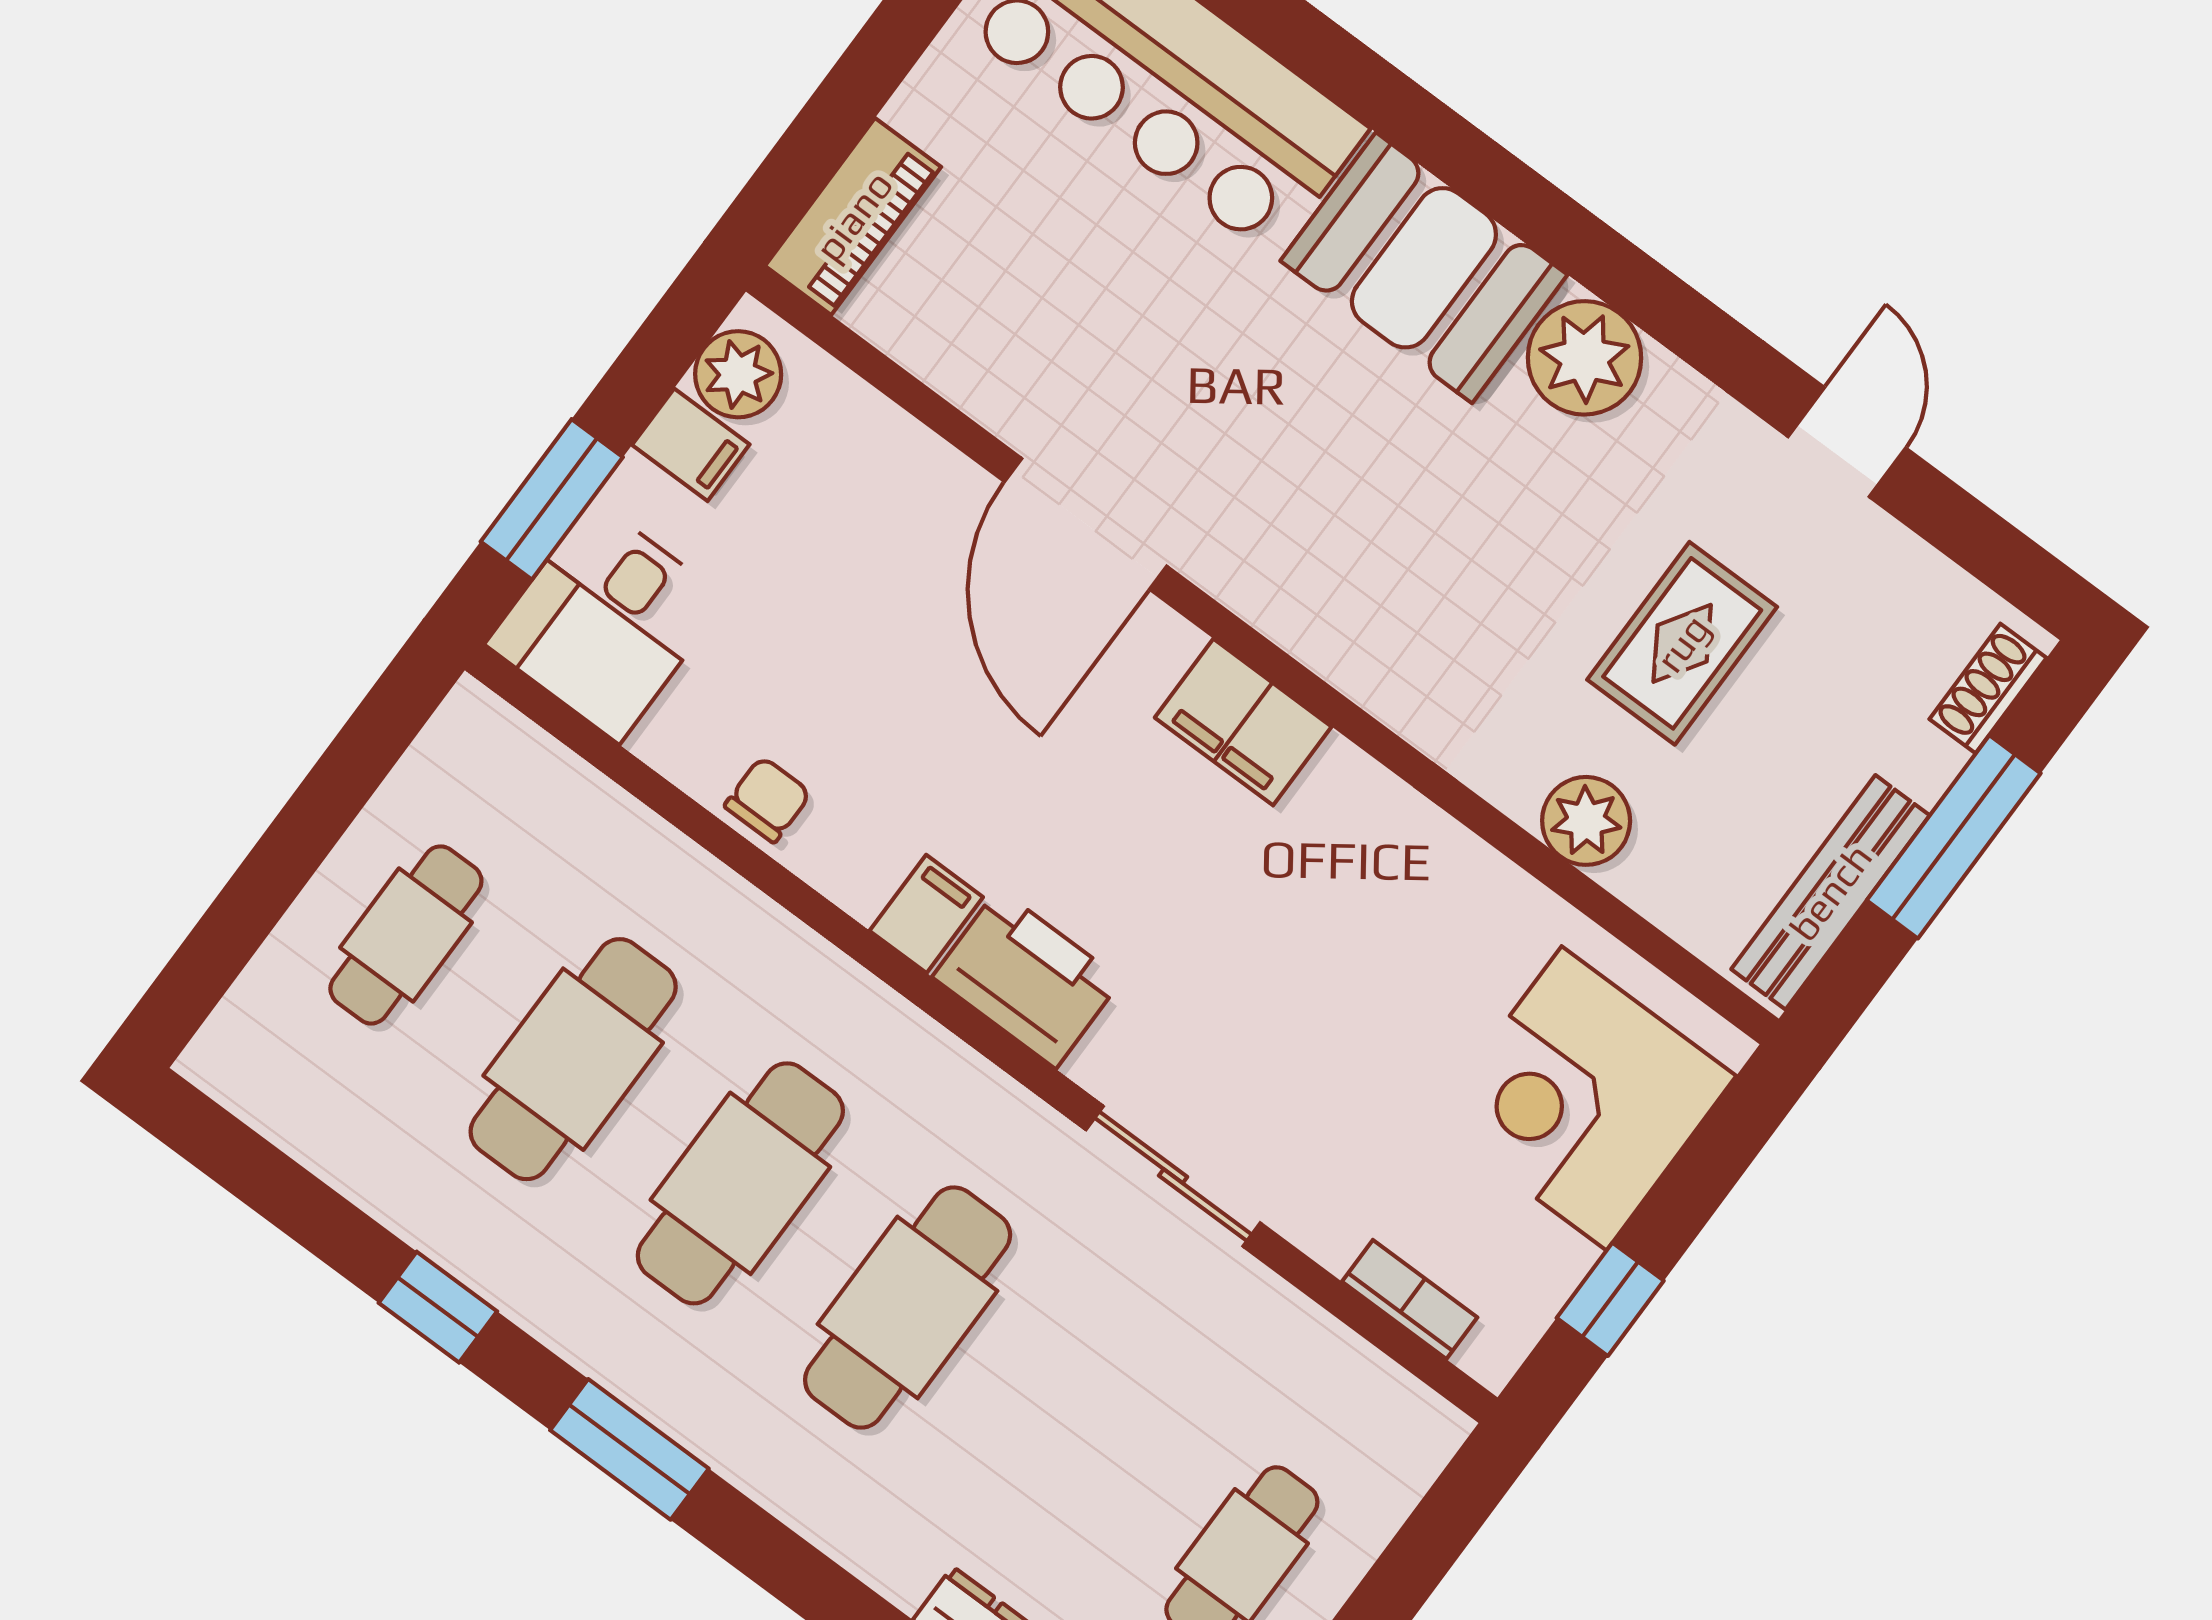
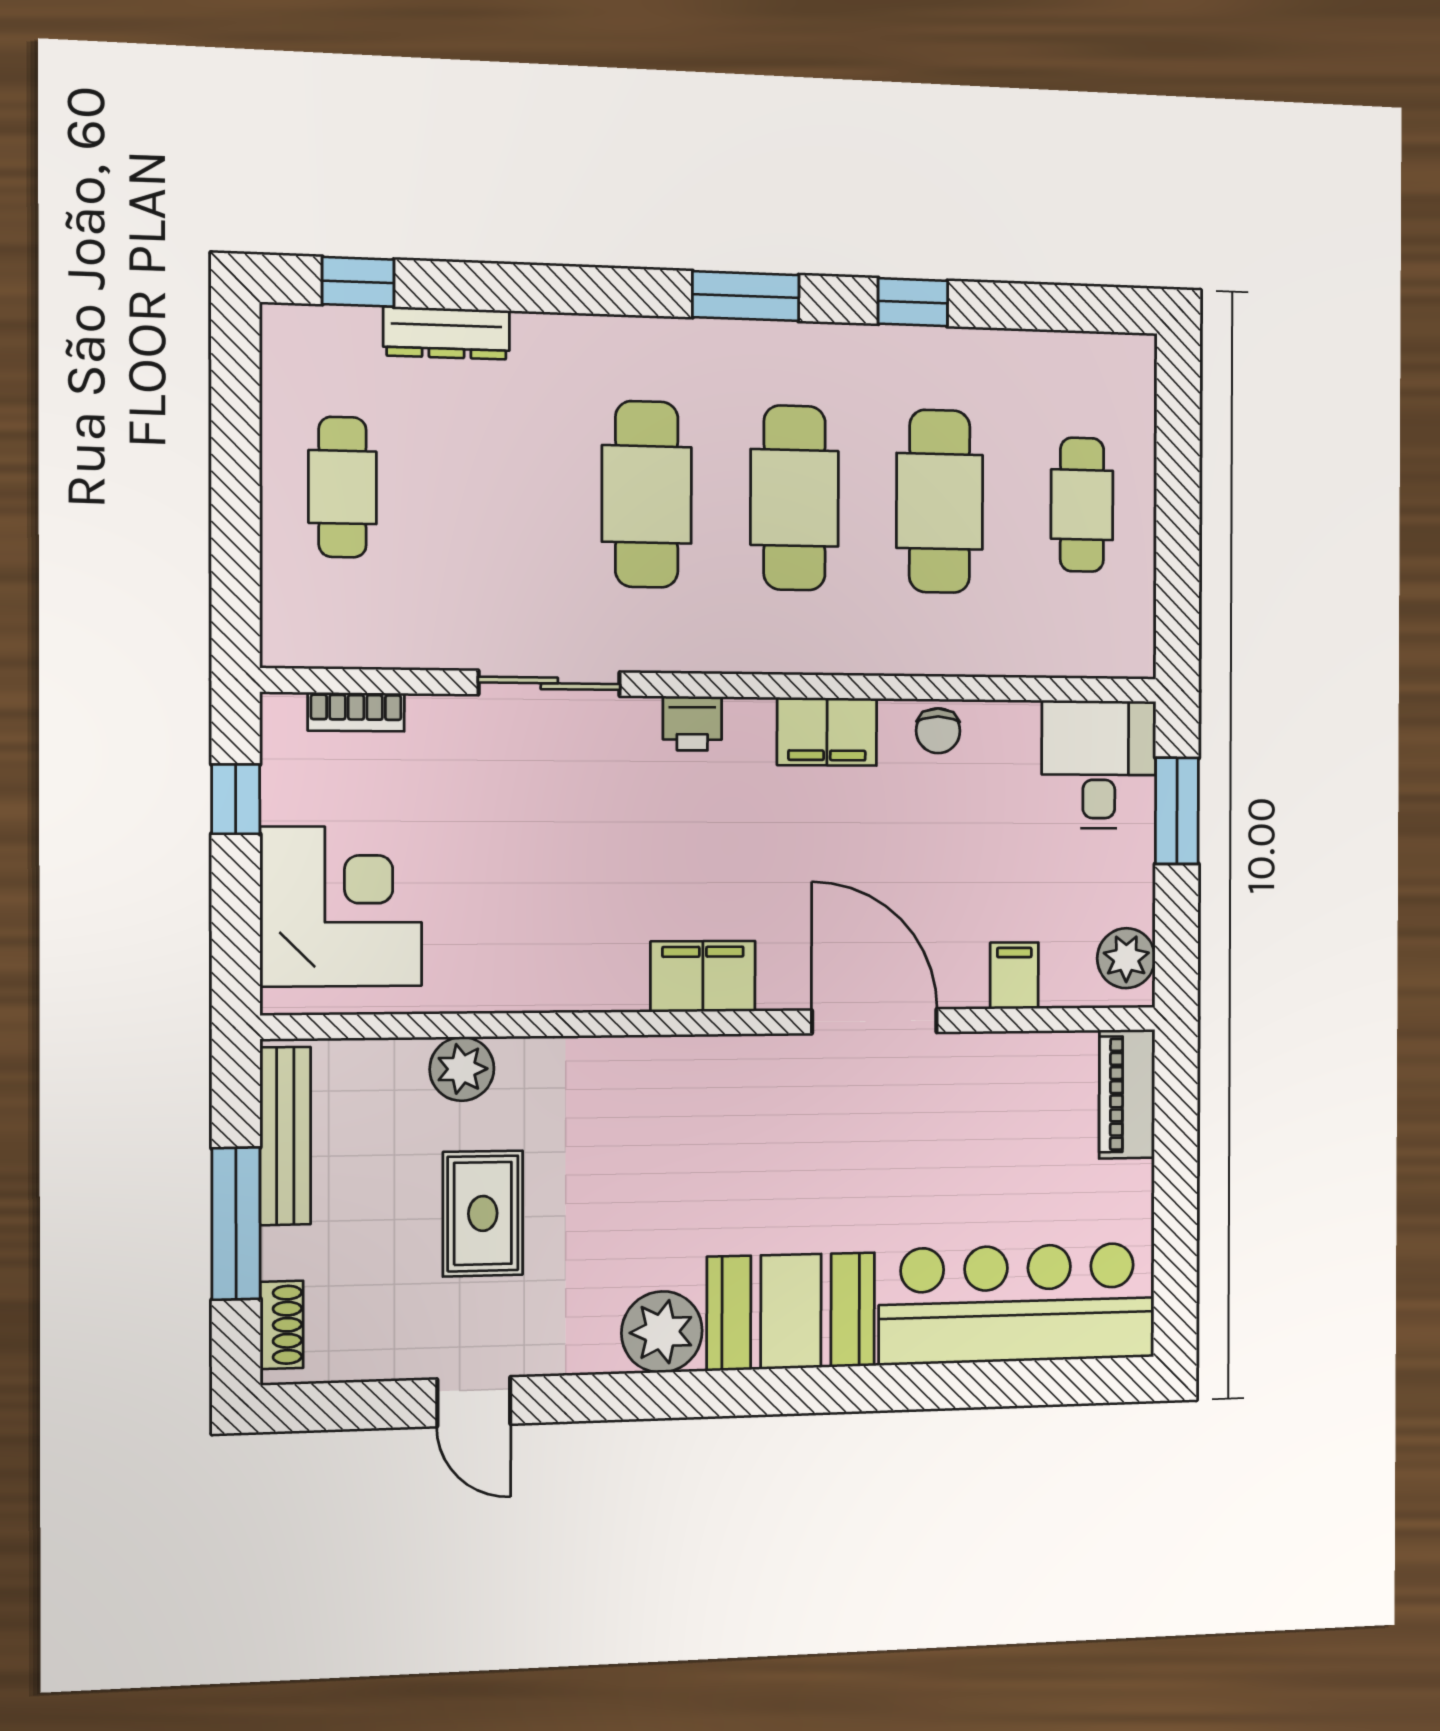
filing cabinet: (691, 445) -> (1014, 976), moved, turned 90
filing cabinet: (926, 914) -> (827, 732), width x2.00
printer: (1027, 979) -> (692, 723), width x0.53, depth x0.68

